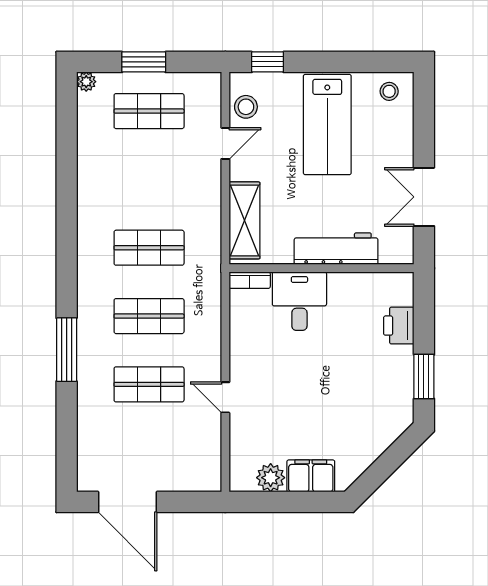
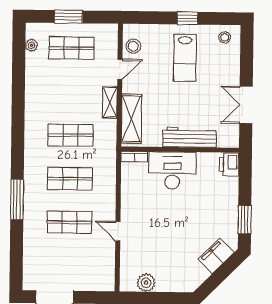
window: (268, 62) -> (188, 18), moved
plant: (86, 82) -> (31, 45), moved
lab bench: (327, 125) -> (185, 58), width x0.73, depth x0.72
shelving: (210, 195) -> (110, 102), added
desk: (299, 301) -> (172, 170), width x1.37
printer: (399, 326) -> (229, 164), moved
filing cabinet: (311, 476) -> (216, 256), moved, turned -45

